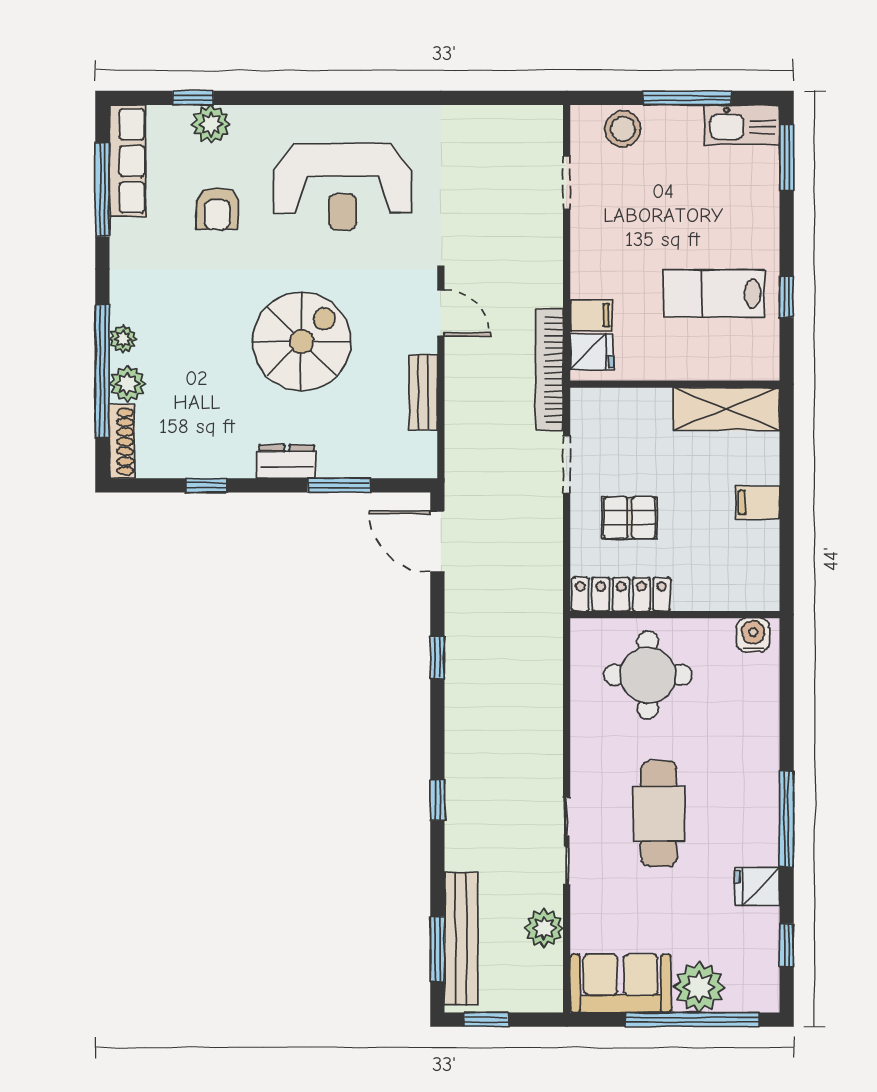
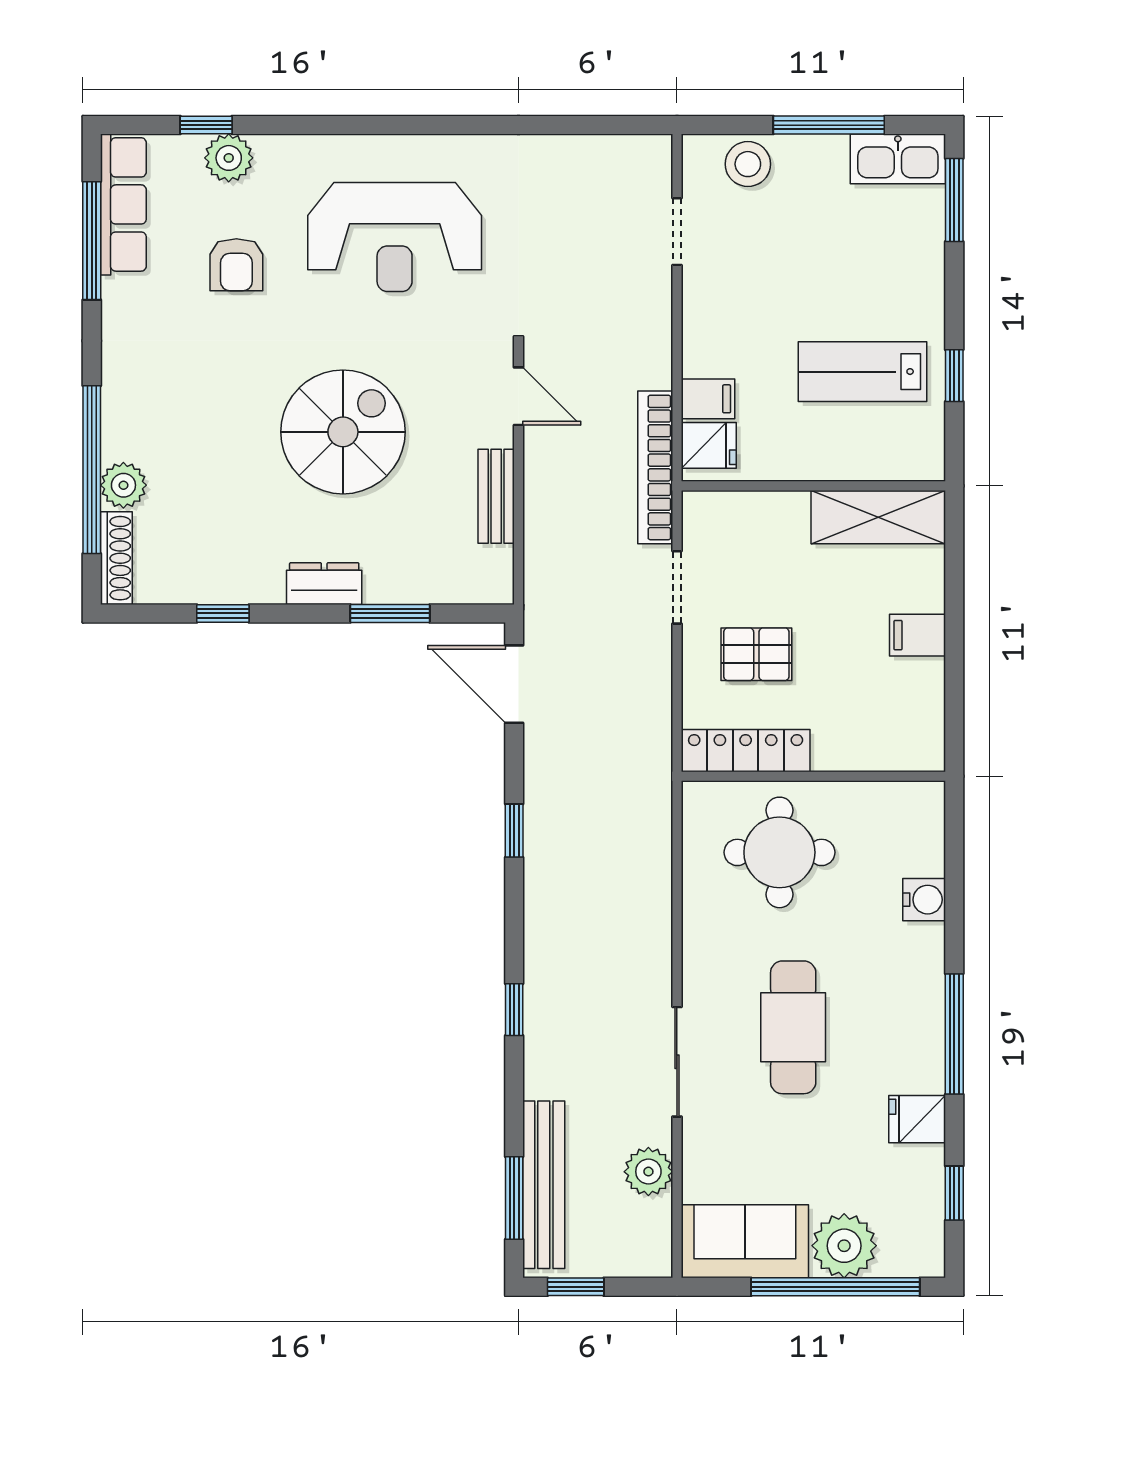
plant: (123, 339) -> (118, 429), removed
water cooler: (753, 635) -> (924, 900), moved, turned 90

